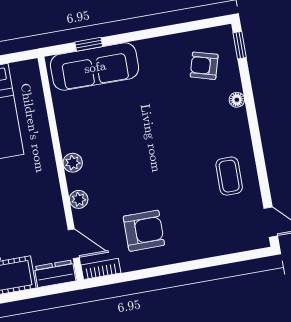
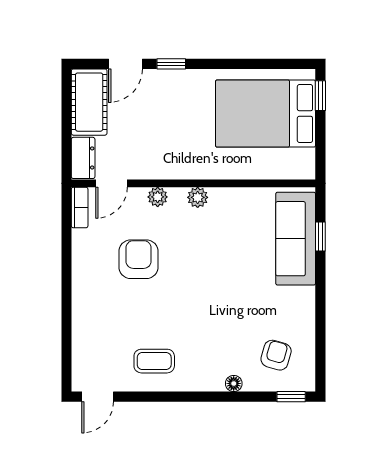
armchair: (144, 231) -> (139, 259), moved, turned 180

